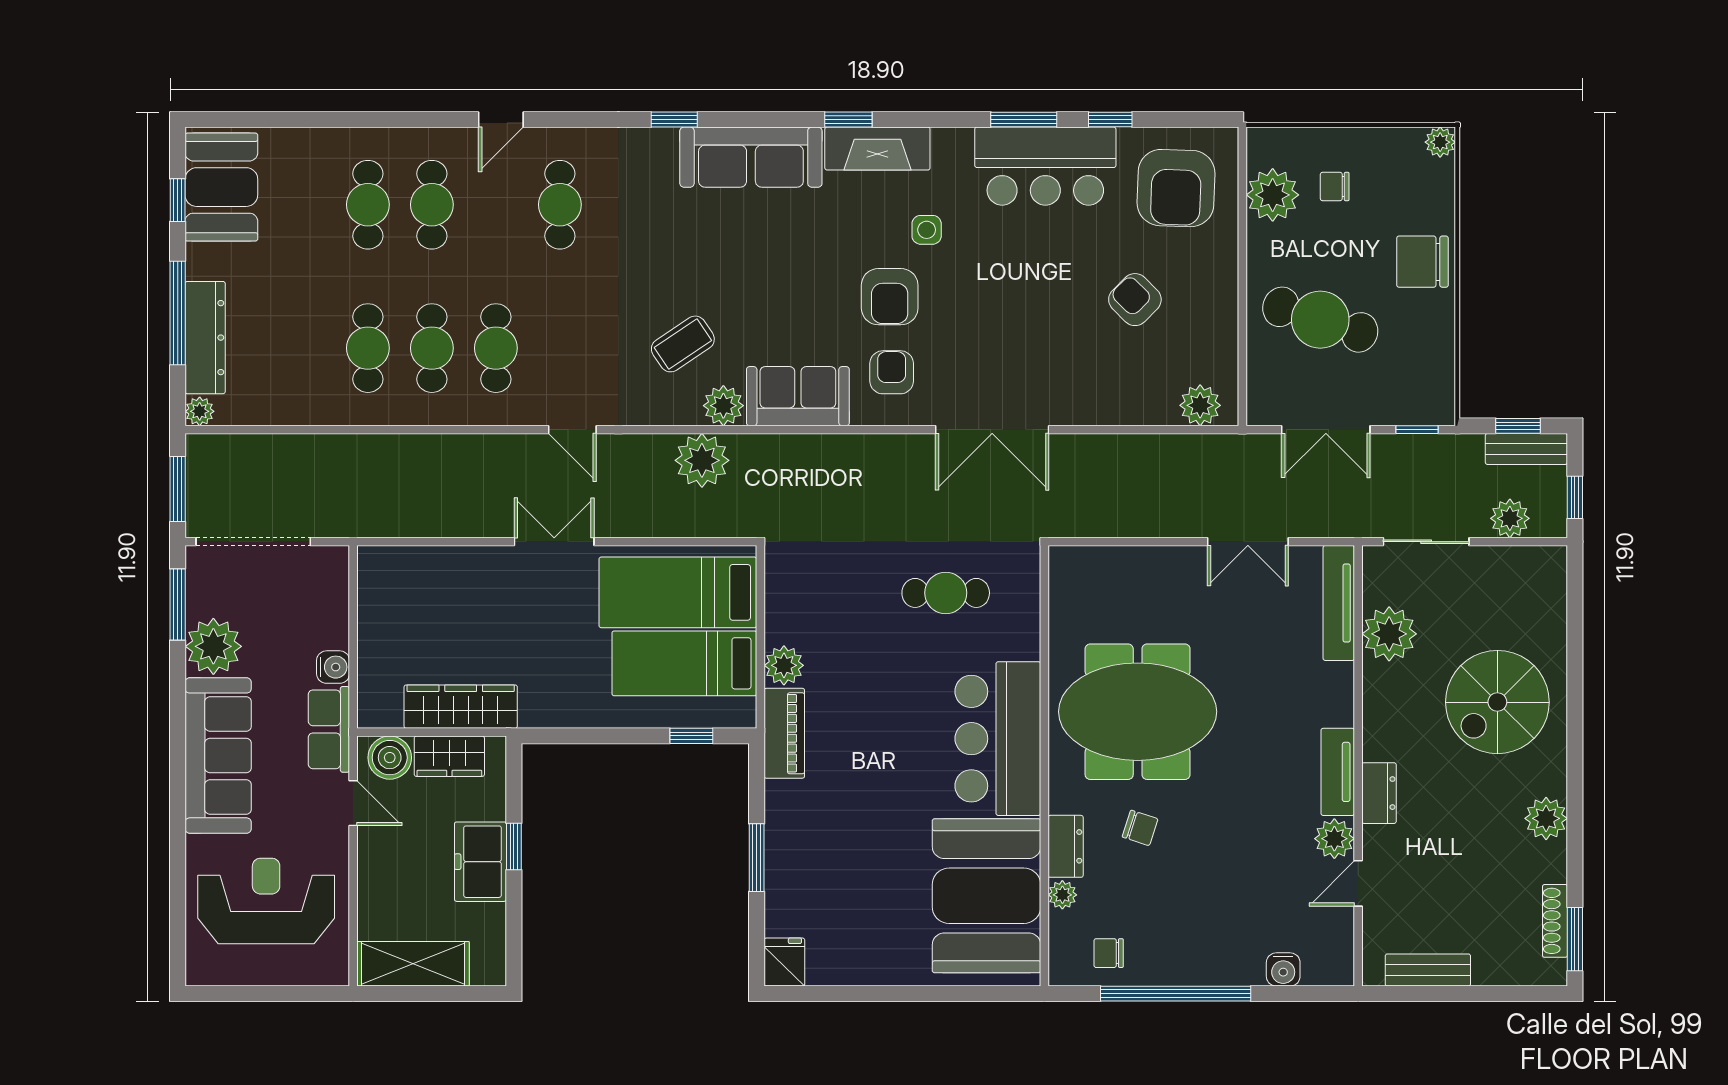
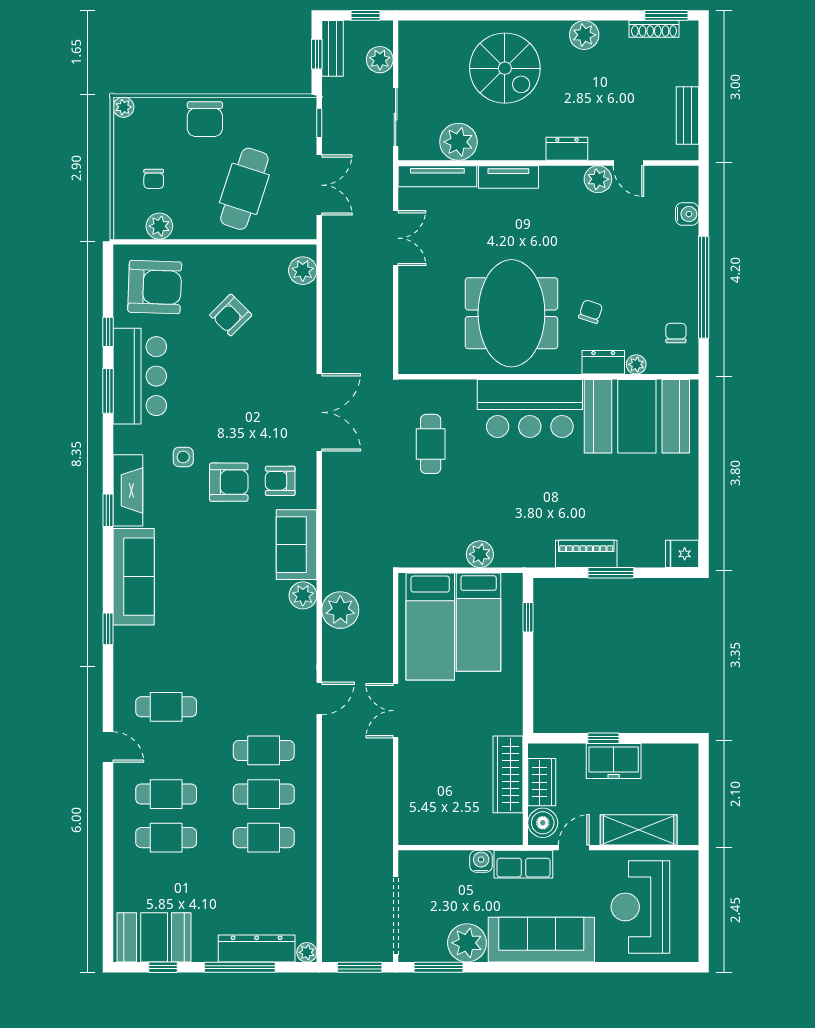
plant: (1273, 195) -> (159, 226), width x0.73, depth x0.73
coffee table: (683, 344) -> (261, 623), removed
piano: (784, 733) -> (586, 554), moved
tv unit: (1338, 772) -> (508, 177), moved
chair: (1109, 953) -> (676, 333), turned 180
shelving: (413, 964) -> (639, 830), moved, turned 90

